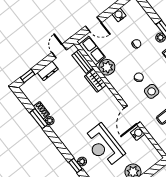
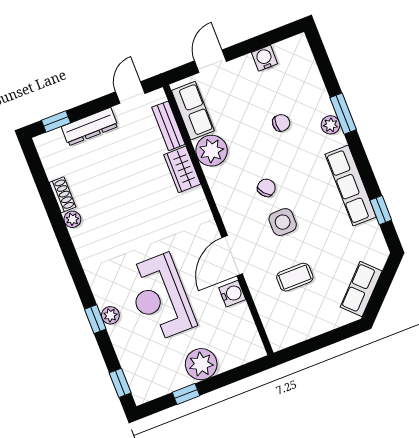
door: (93, 24) -> (210, 61), swing flipped
dresser: (48, 71) -> (90, 127), width x1.44
window: (39, 119) -> (52, 209), removed

